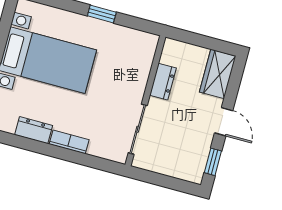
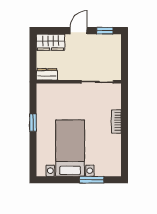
dresser: (163, 82) -> (47, 74), moved
dresser: (34, 130) -> (115, 145), removed

